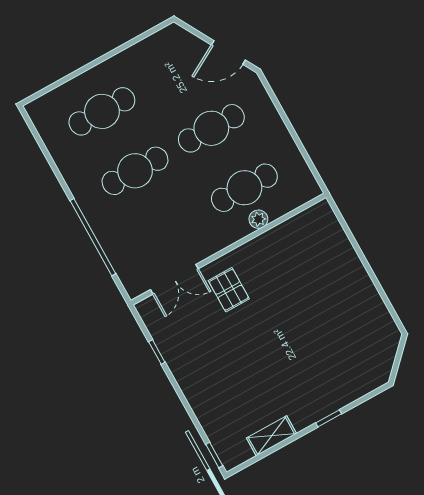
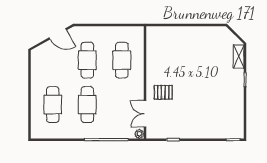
door: (228, 52) -> (58, 34), hinge flipped
plant: (258, 219) -> (139, 134), moved
double door: (174, 279) -> (145, 114), swing flipped
shelving: (271, 436) -> (239, 57), moved

